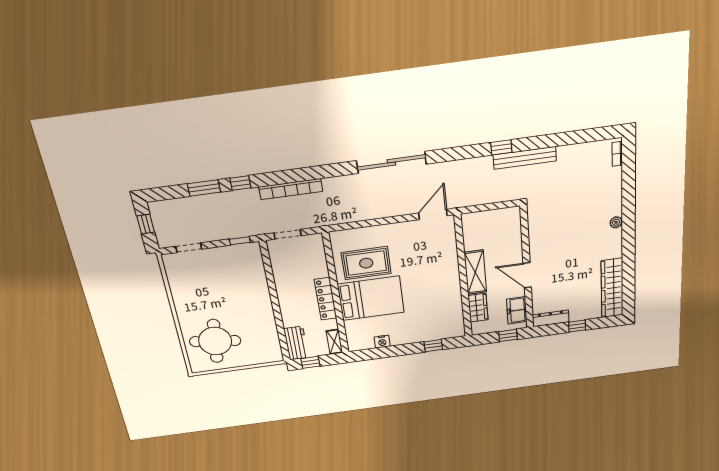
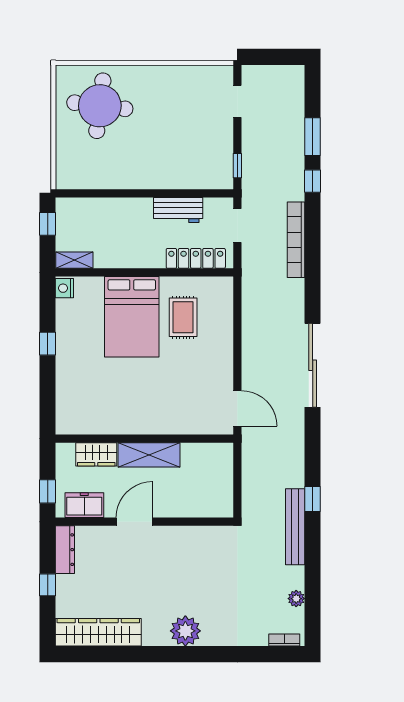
plant: (583, 149) -> (296, 599), added
plant: (616, 222) -> (185, 631), width x1.87, depth x1.87
window: (146, 224) -> (276, 57), removed
rug: (366, 263) -> (183, 317), width x0.73, depth x0.70
locker: (325, 299) -> (196, 258), moved
nightstand: (382, 342) -> (64, 288), moved
workbench: (296, 343) -> (178, 210), moved
window: (433, 346) -> (48, 344), moved

